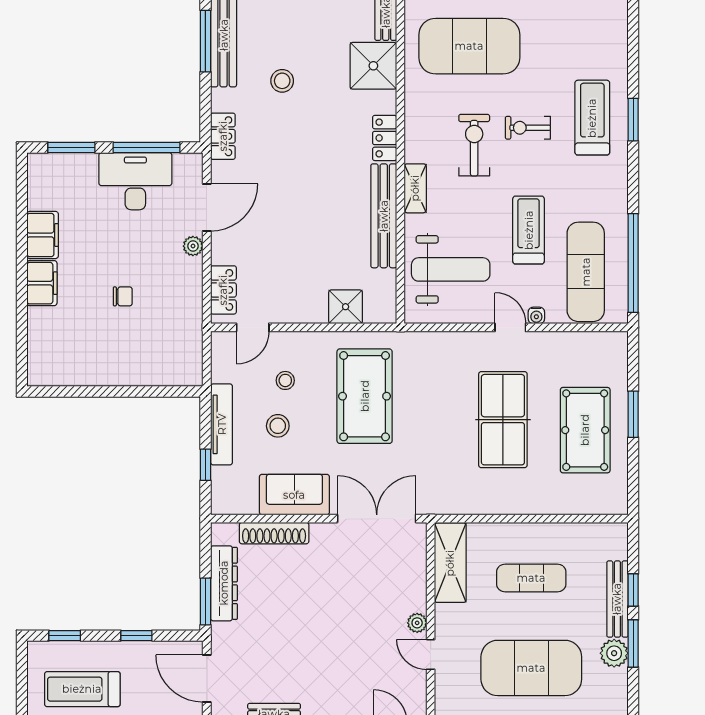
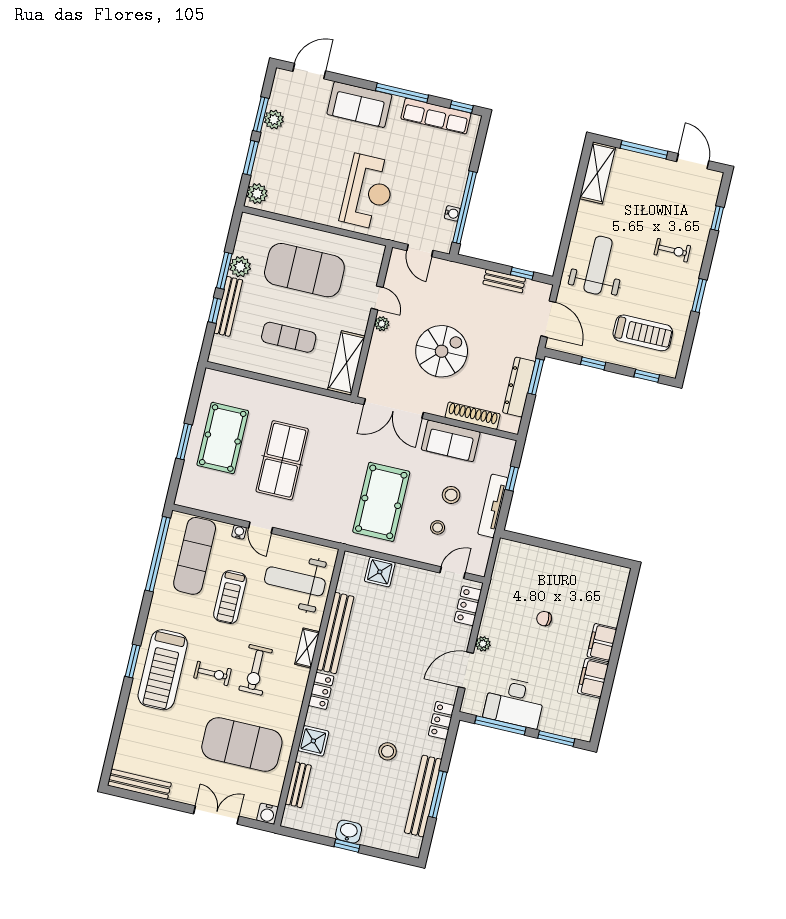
shower: (373, 66) -> (313, 741), width x0.73, depth x0.73
treadmill: (592, 118) -> (163, 670), width x1.37, depth x1.38
spiral stairs: (333, 606) -> (442, 351), added

